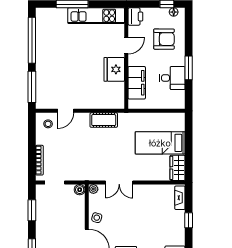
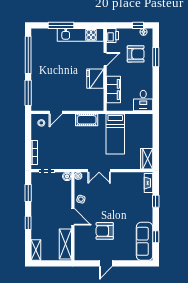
window: (189, 68) -> (156, 57), moved
desk: (172, 78) -> (143, 101), moved, turned 90
bed: (160, 143) -> (115, 134), moved, turned -90

